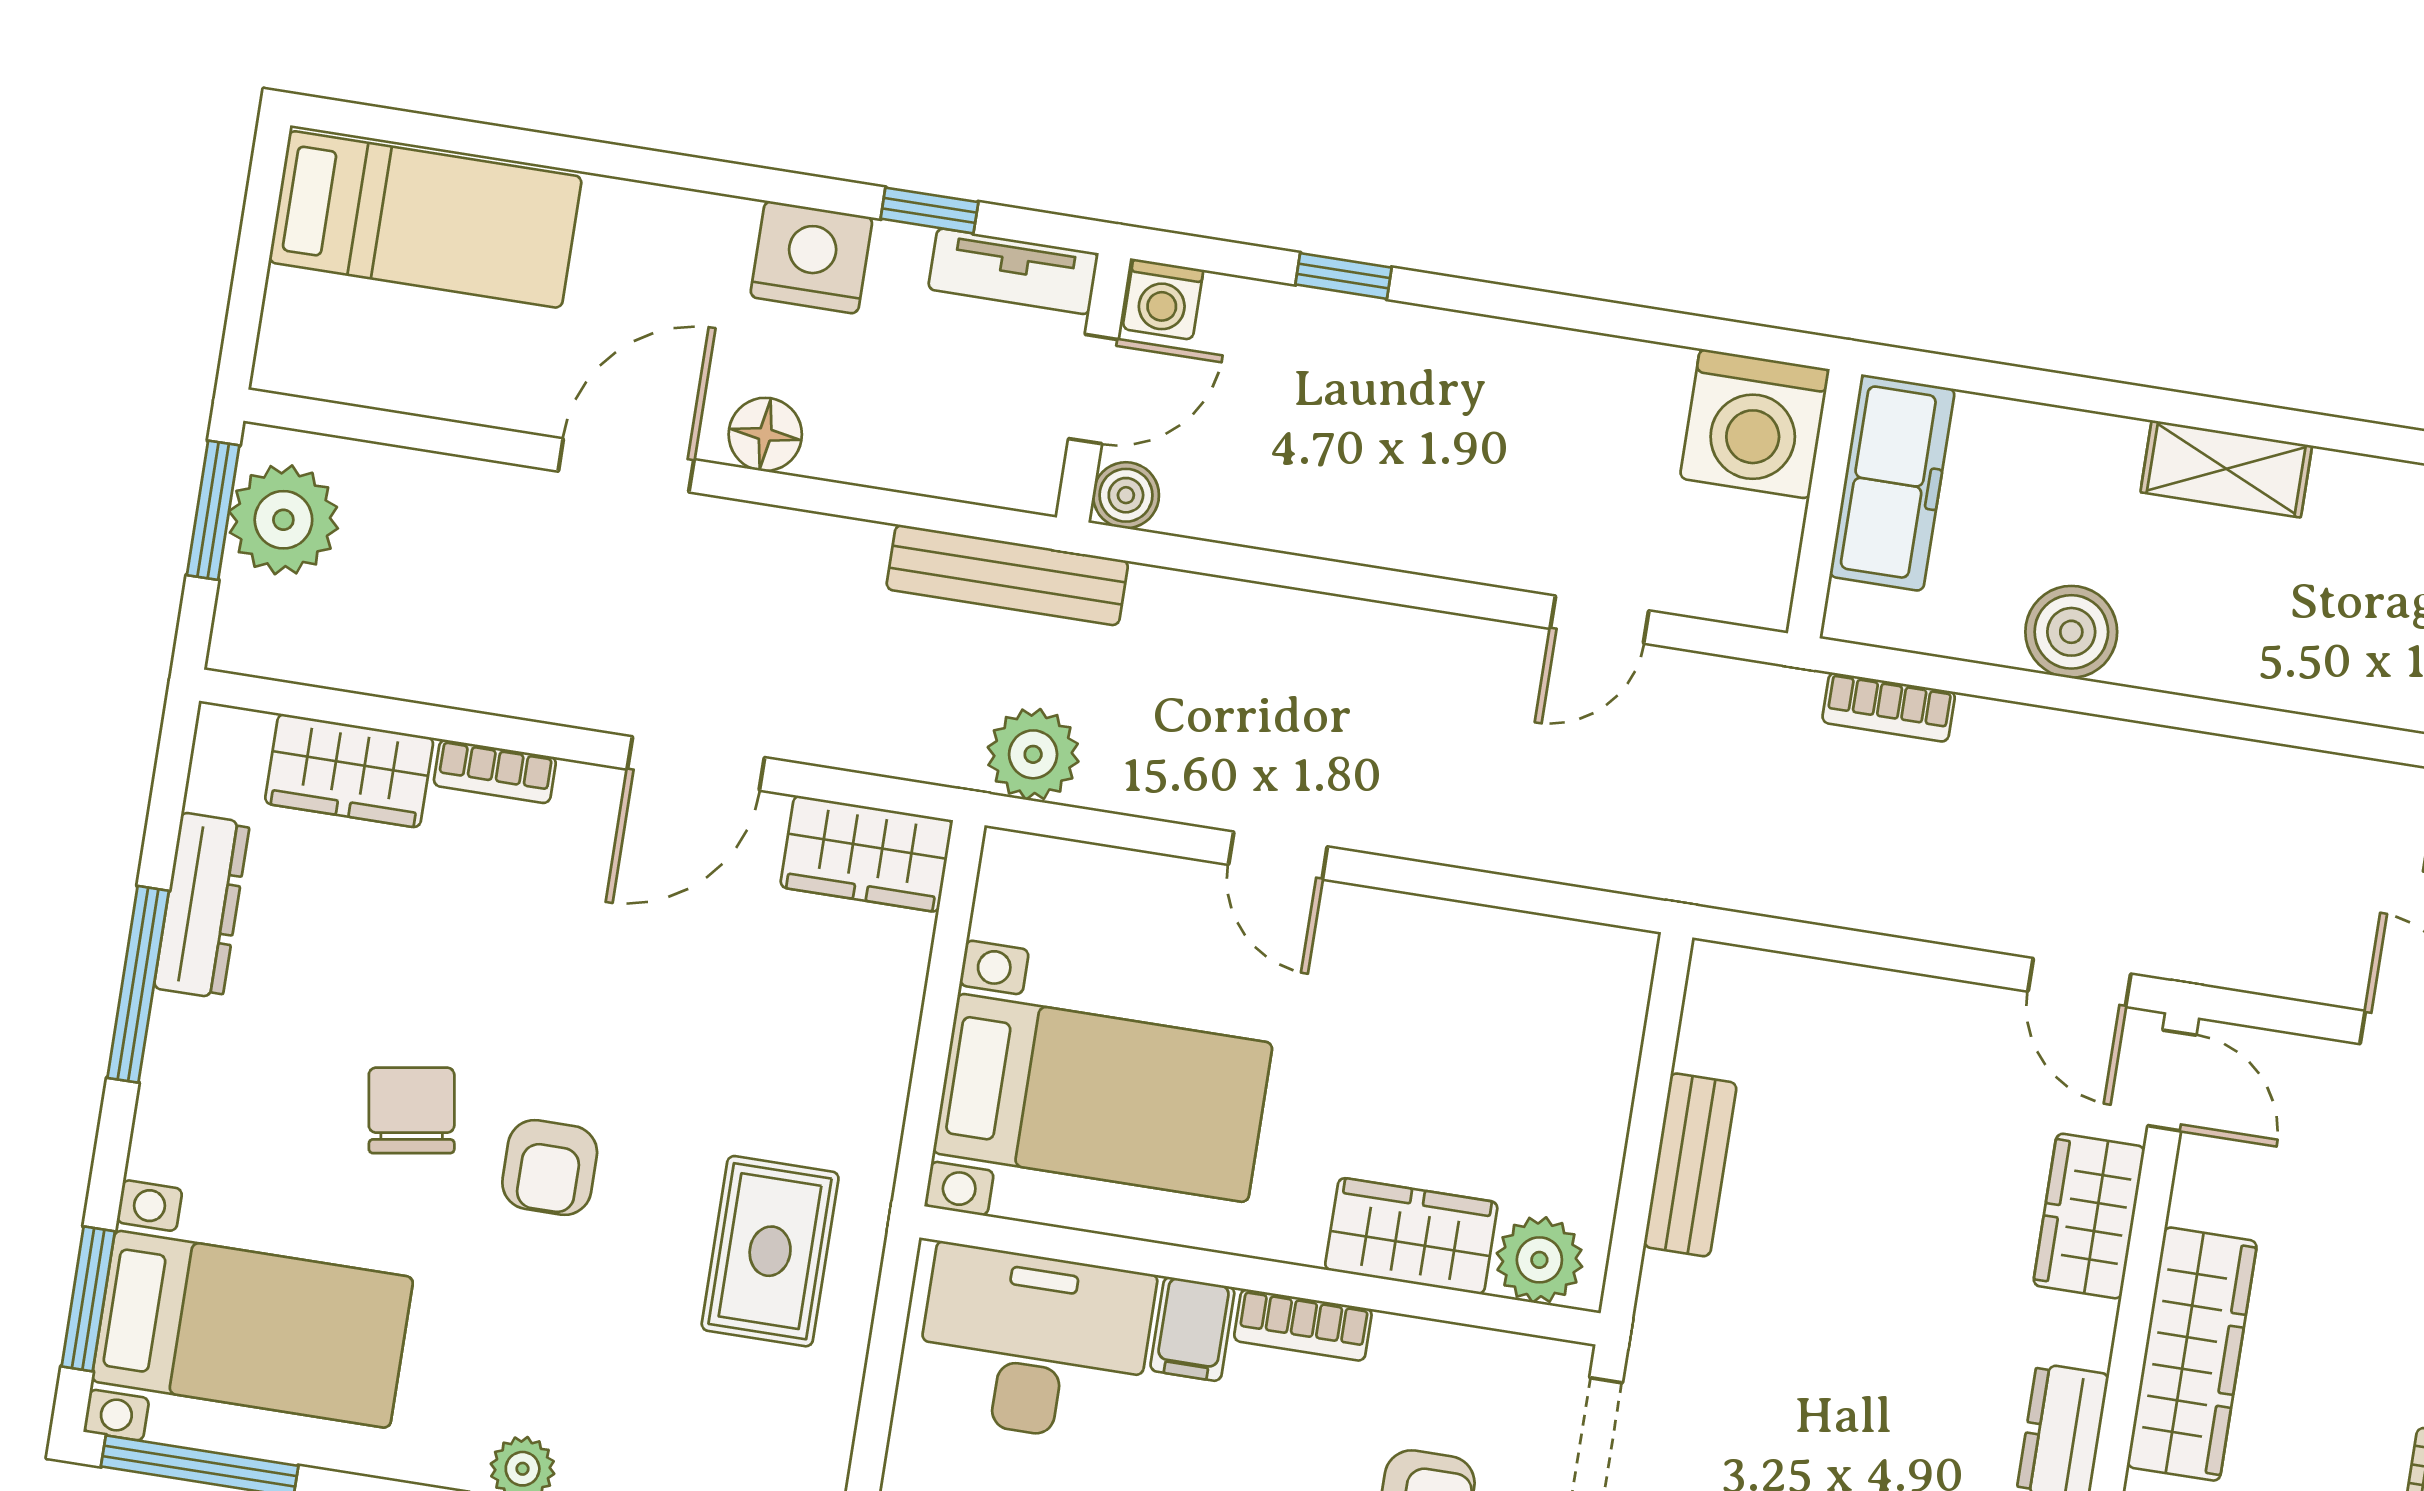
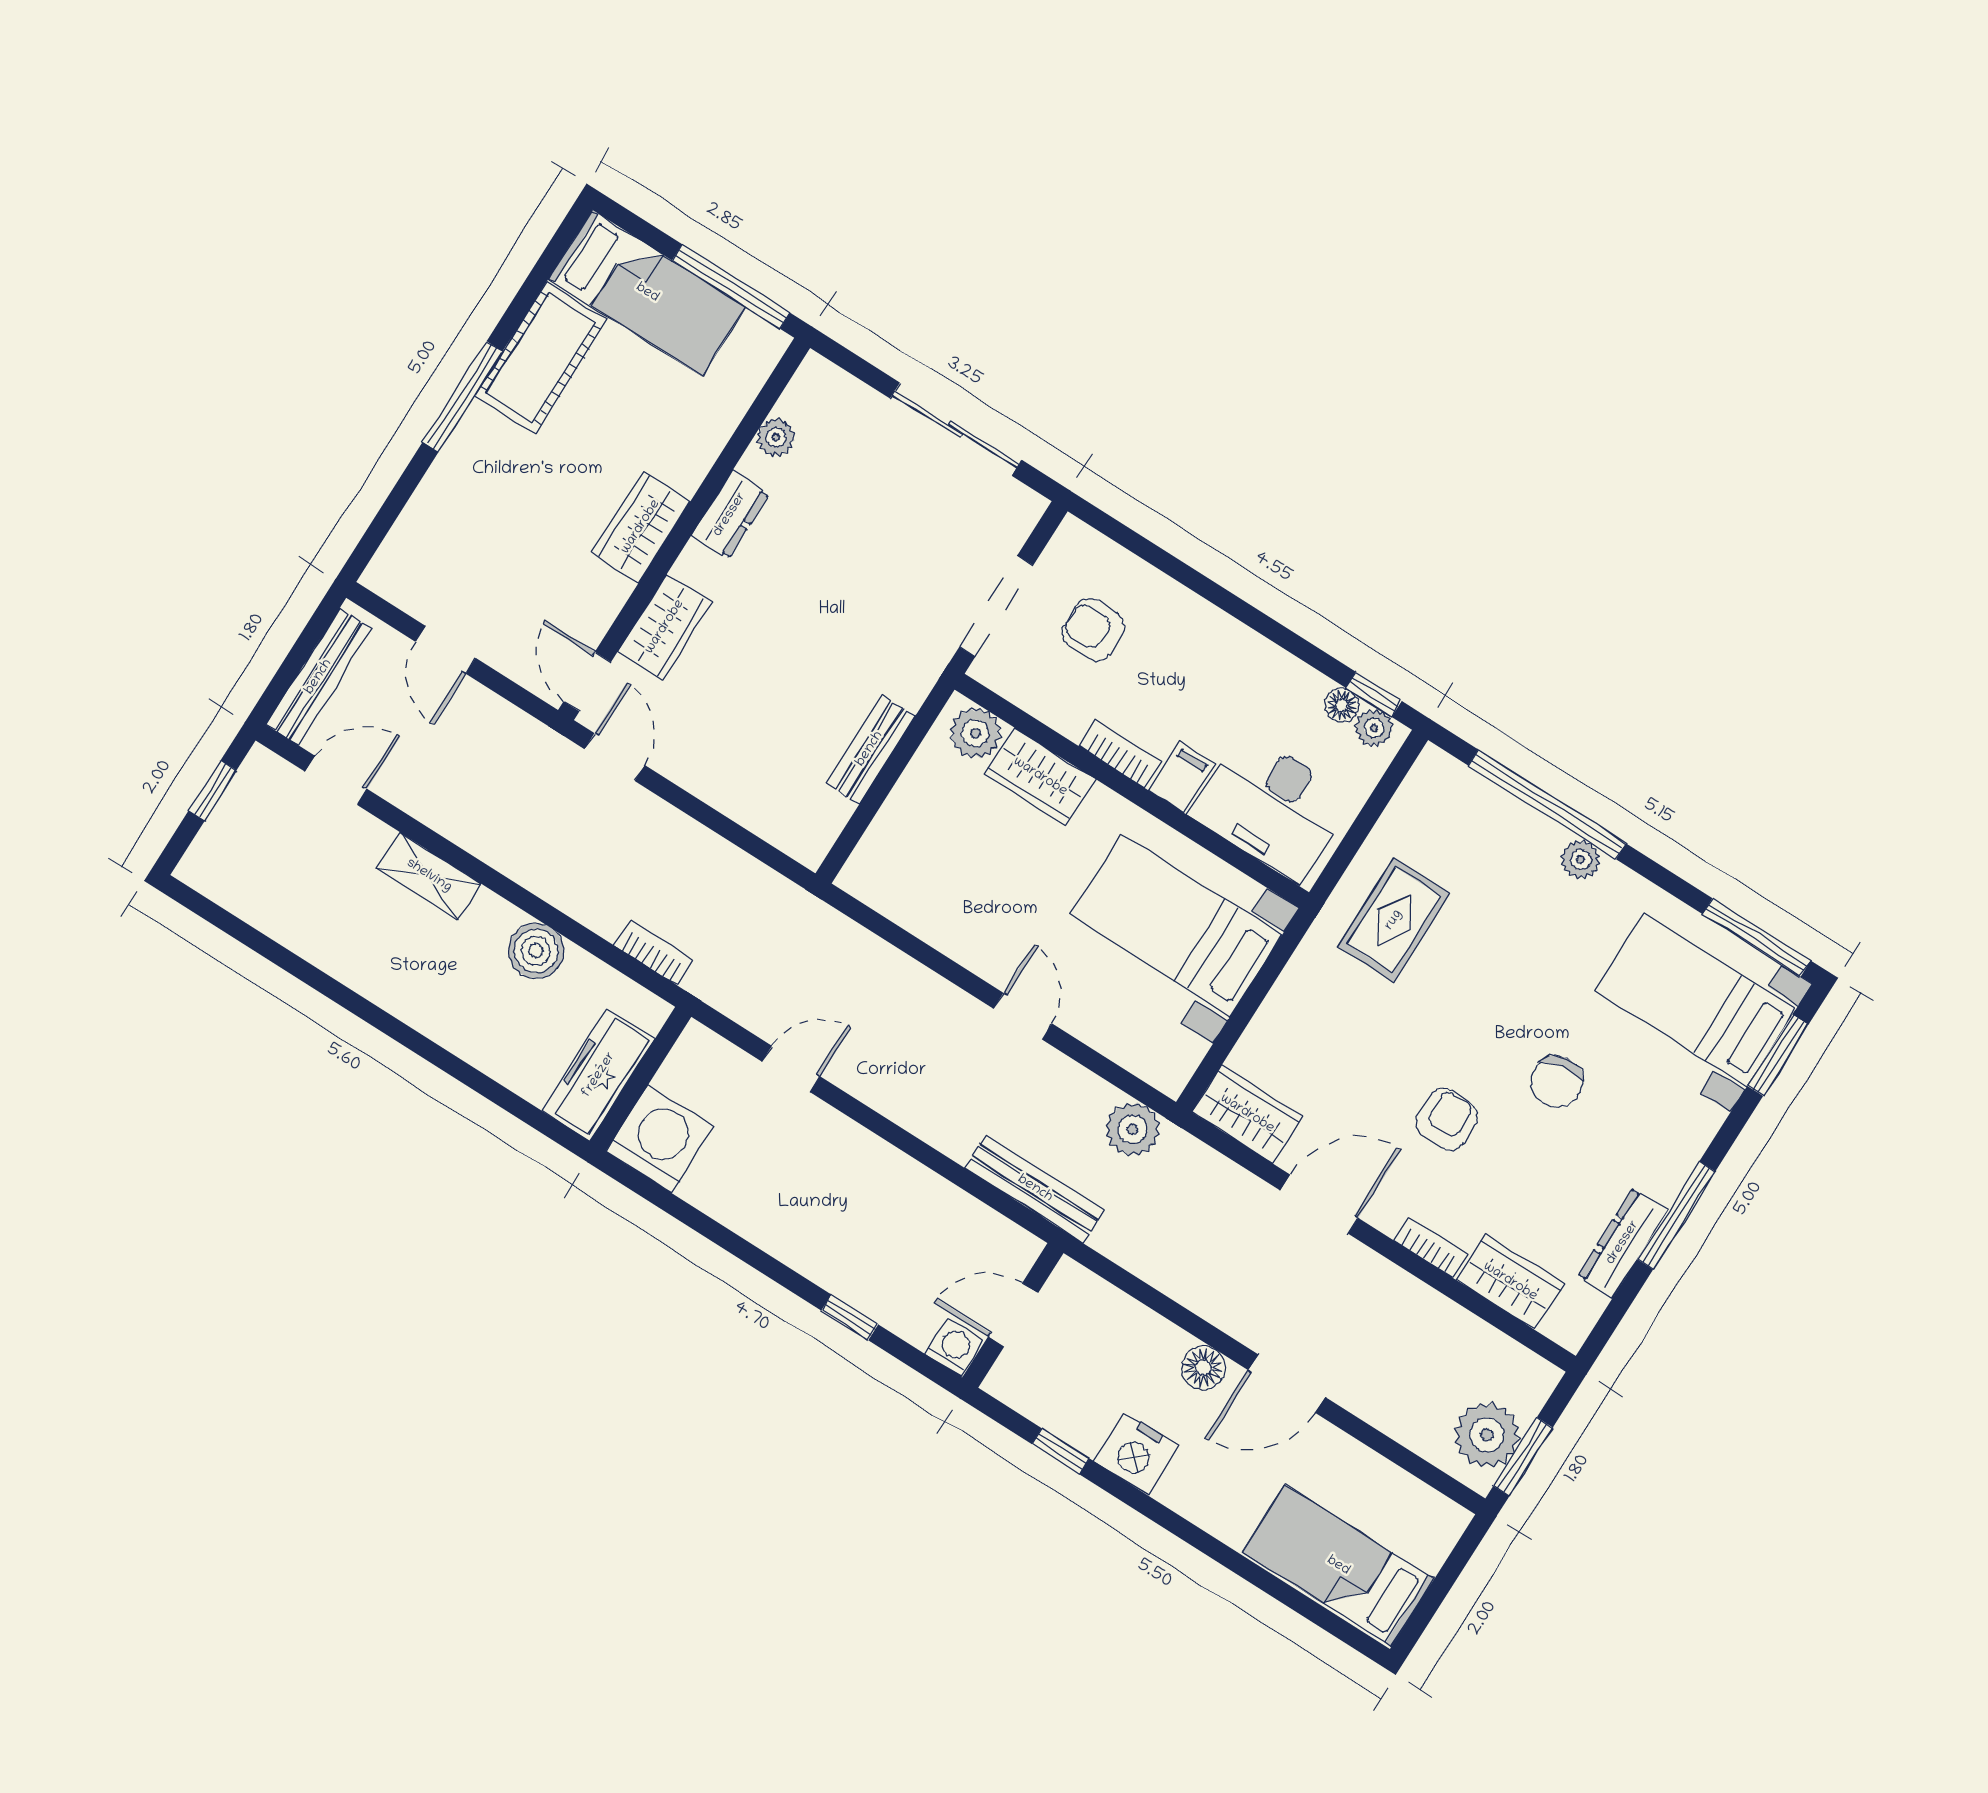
tv unit: (1013, 271) -> (1029, 1398), removed
shelving: (2226, 469) -> (429, 876), moved
boiler: (1126, 495) -> (1021, 1249), removed
bench: (1007, 575) -> (1035, 1189), moved
armchair: (550, 1167) -> (1447, 1119), moved
wardrobe: (2192, 1354) -> (641, 527), width x0.67

